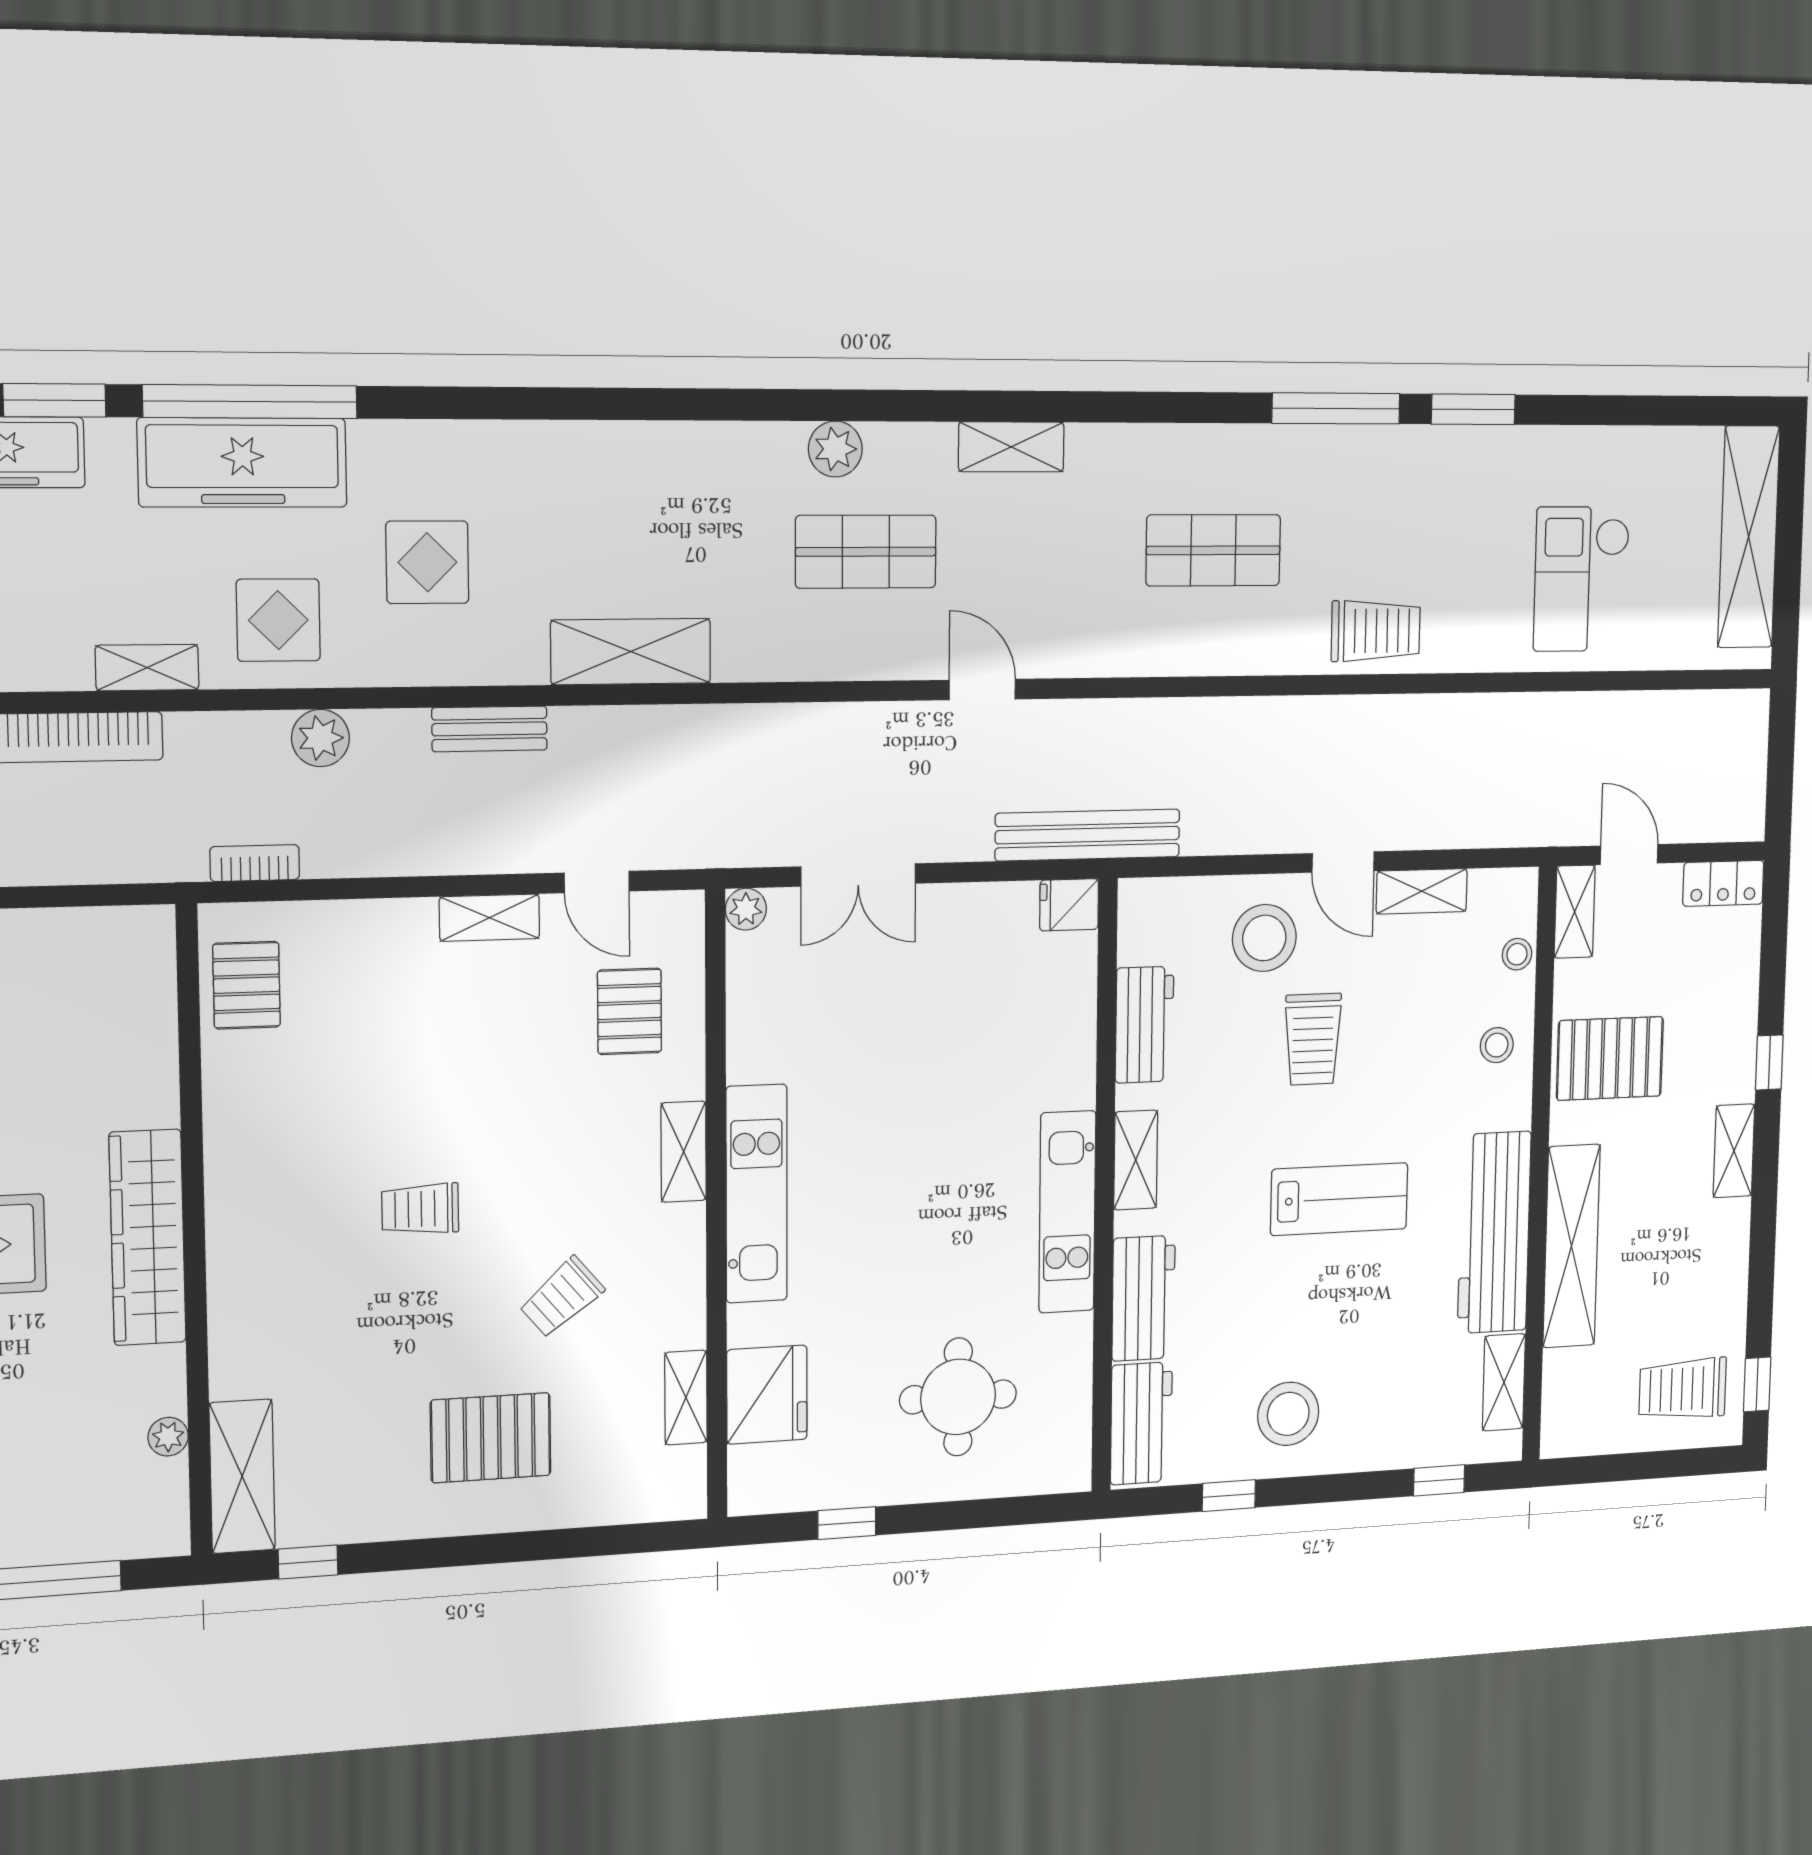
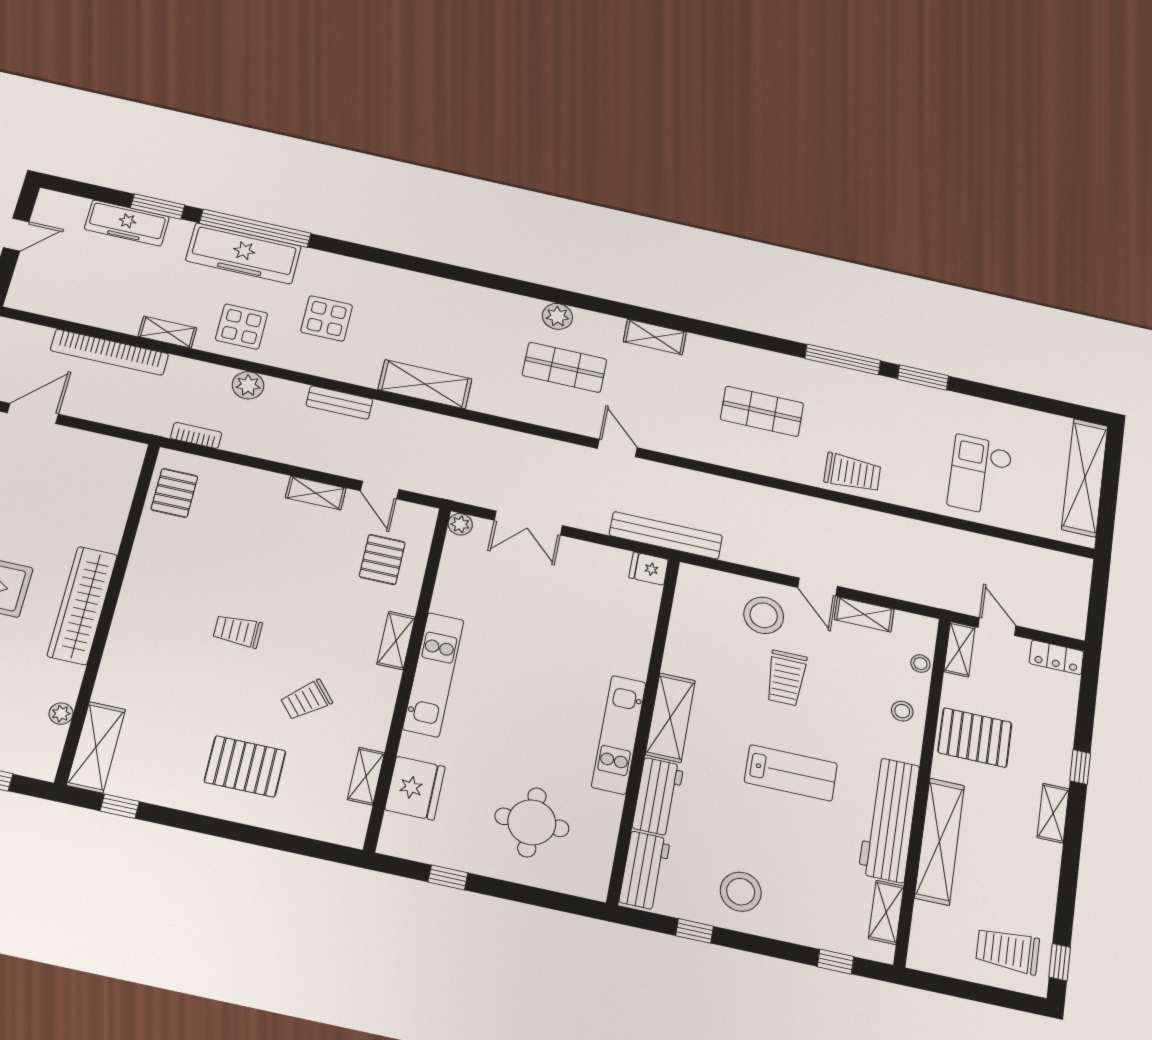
workbench: (1145, 1025) -> (683, 643), removed
shelving: (1136, 1160) -> (670, 718), width x1.50, depth x1.33

